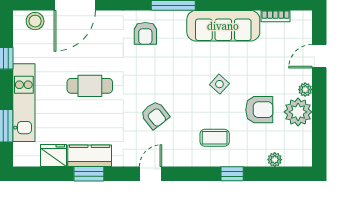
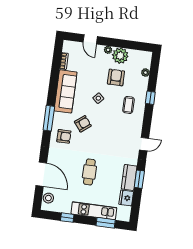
armchair: (155, 115) -> (83, 124), moved
door: (151, 174) -> (144, 144), swing flipped

